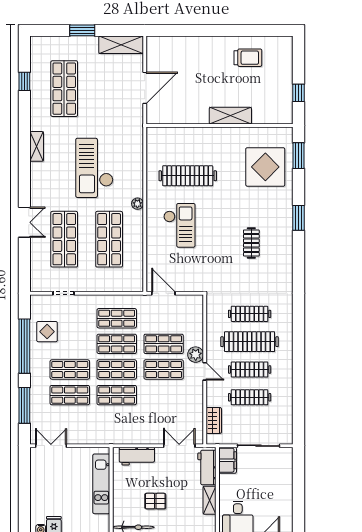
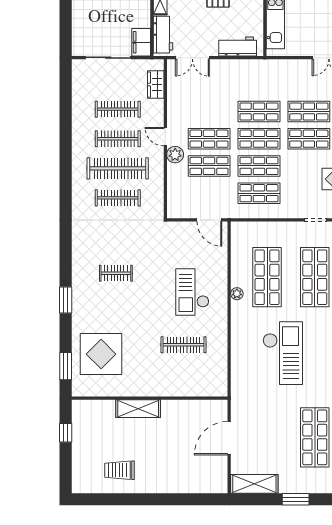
clothes rail: (188, 176) -> (184, 345), width x0.73, depth x0.76
plant: (137, 204) -> (237, 294), moved
clothes rail: (251, 243) -> (116, 273), turned 90

